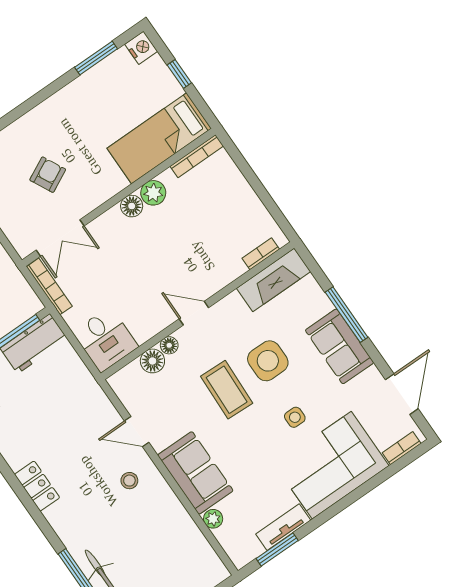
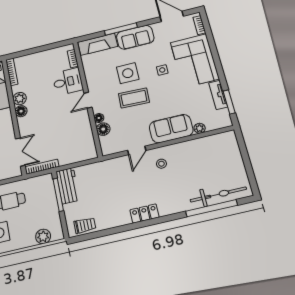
fireplace: (274, 280) -> (98, 44), moved, turned 90
desk: (105, 339) -> (68, 82), moved

